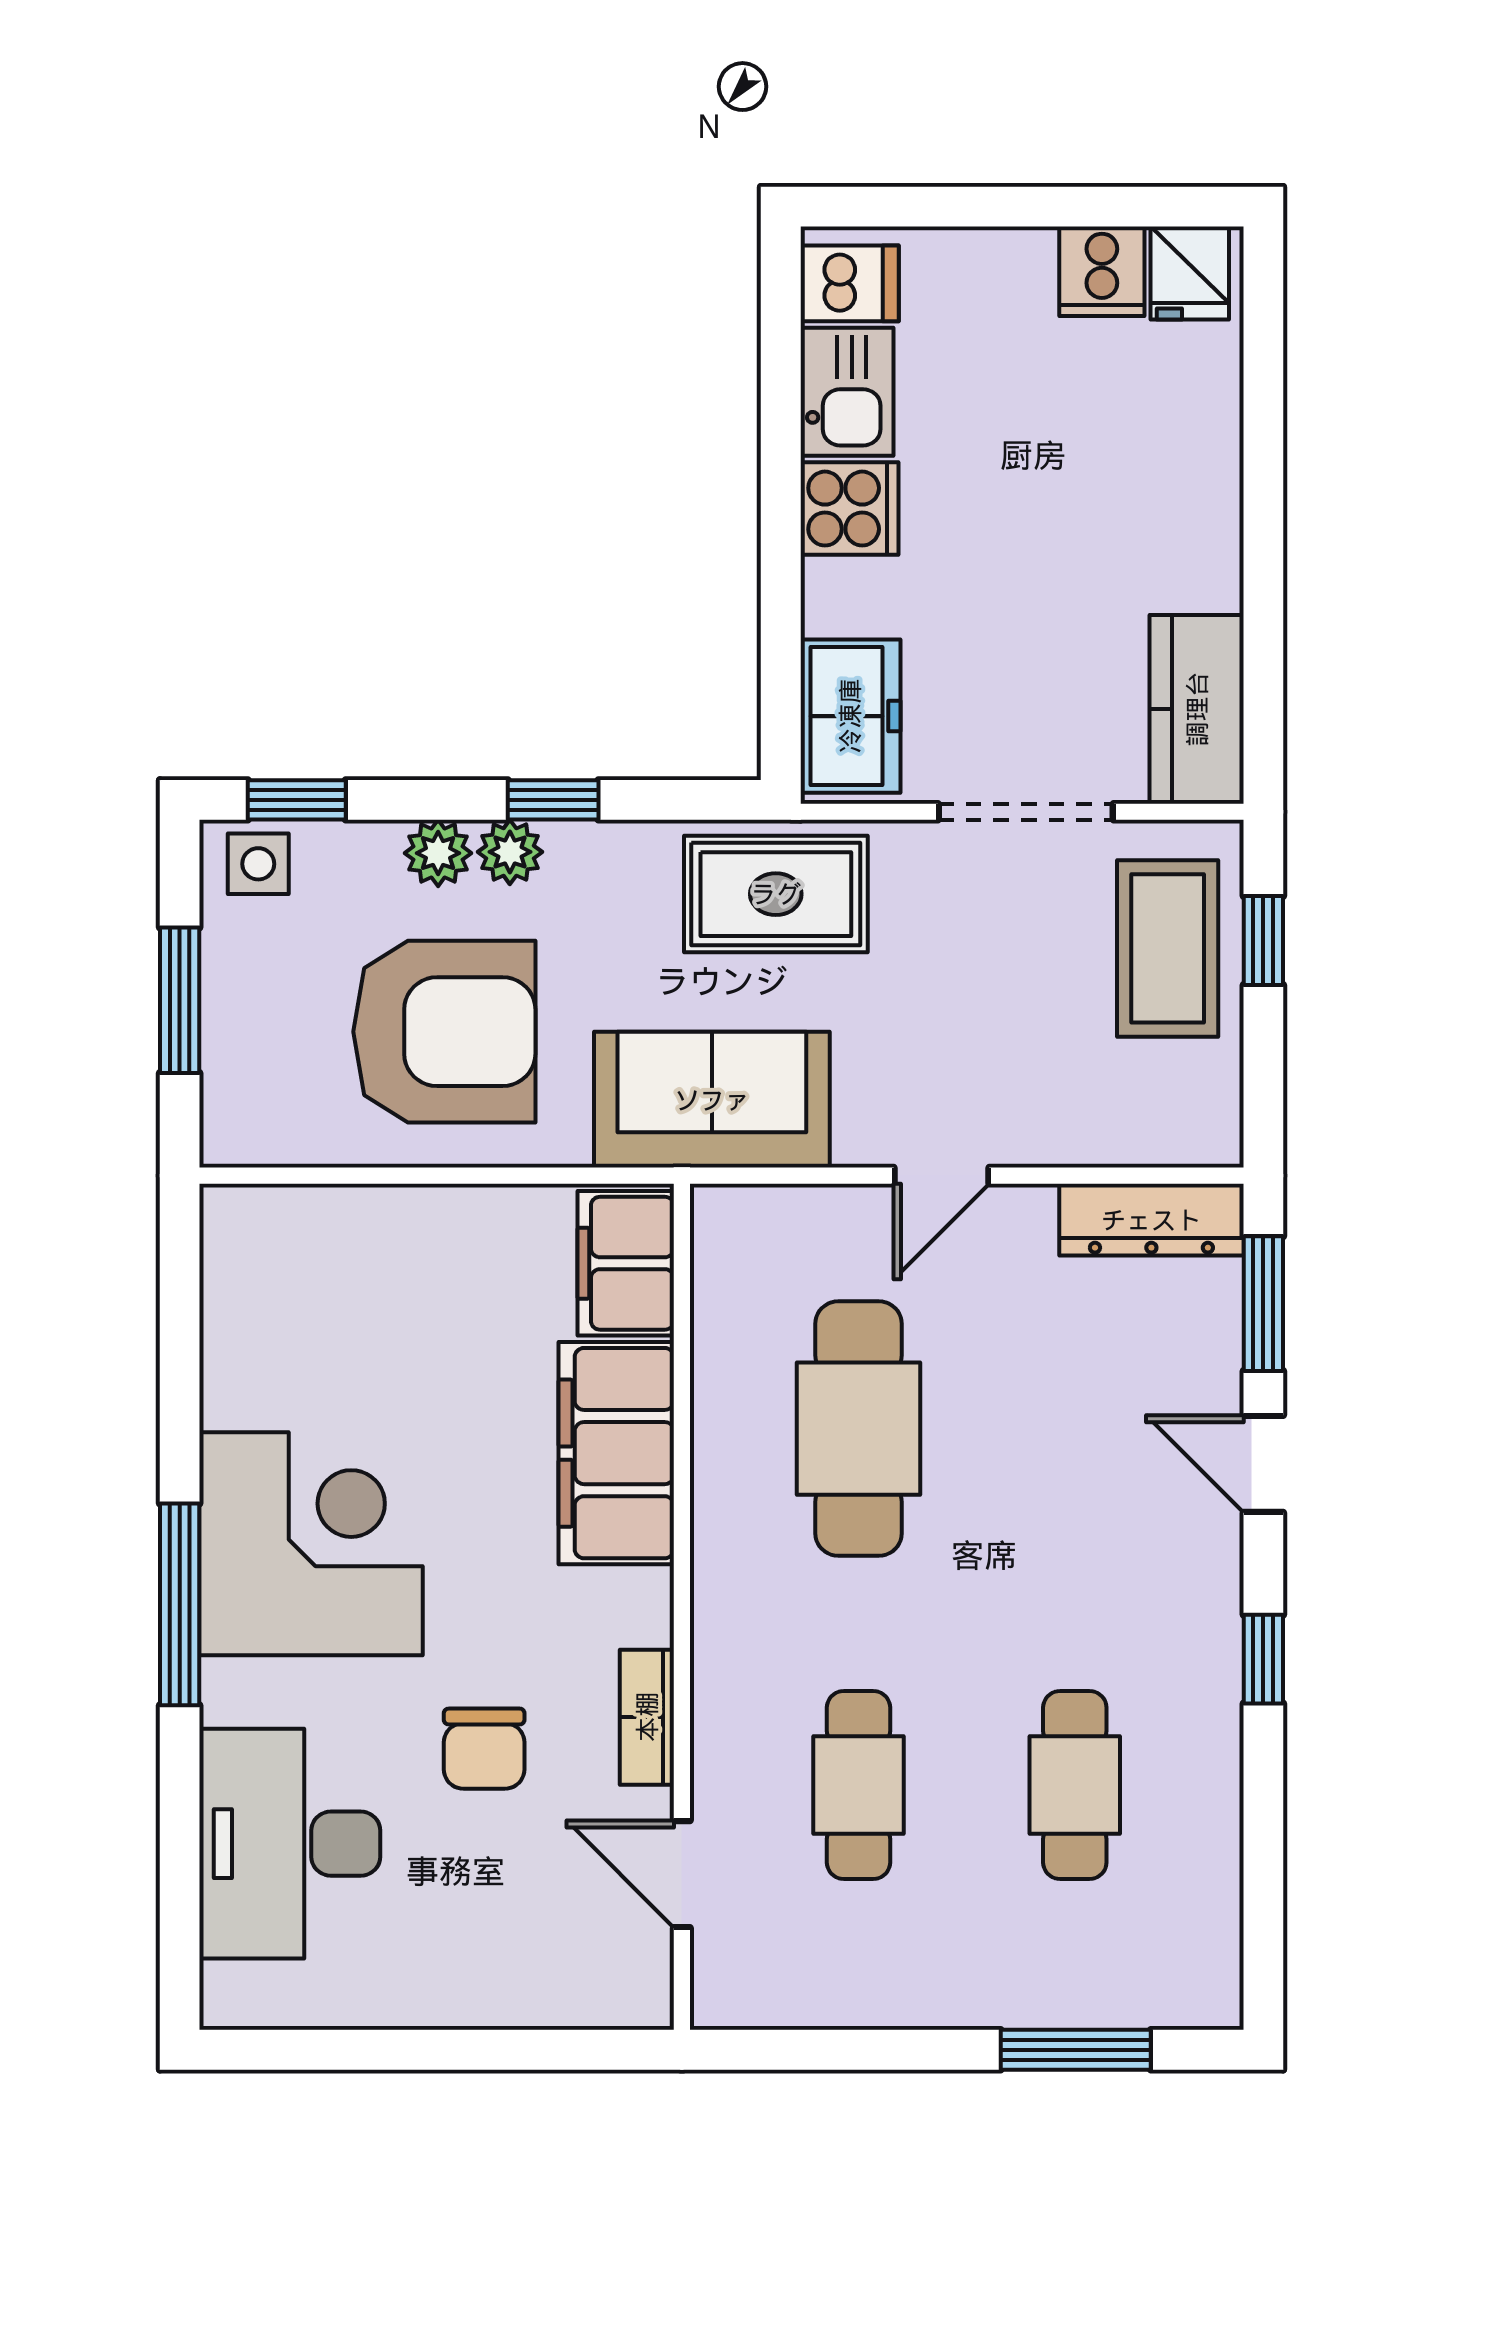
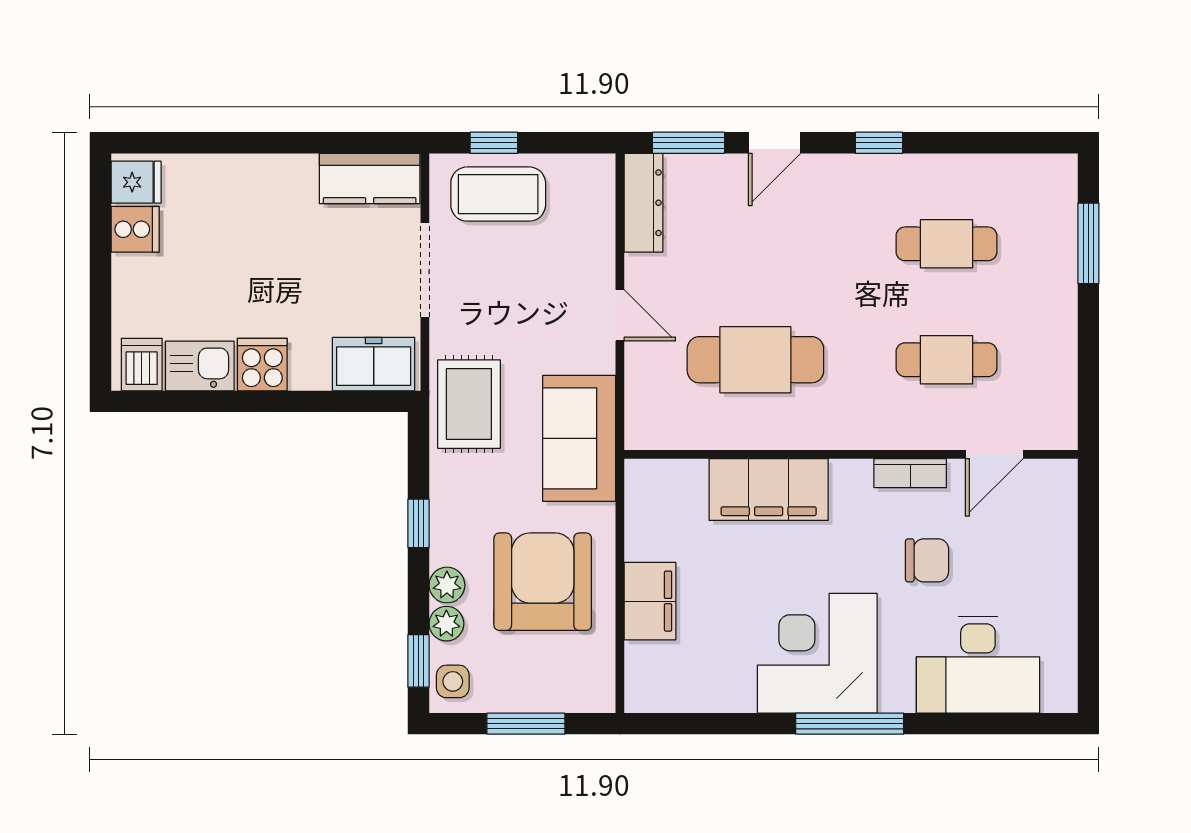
plant: (510, 852) -> (446, 624), moved
filing cabinet: (626, 1263) -> (650, 601), moved, turned -90

